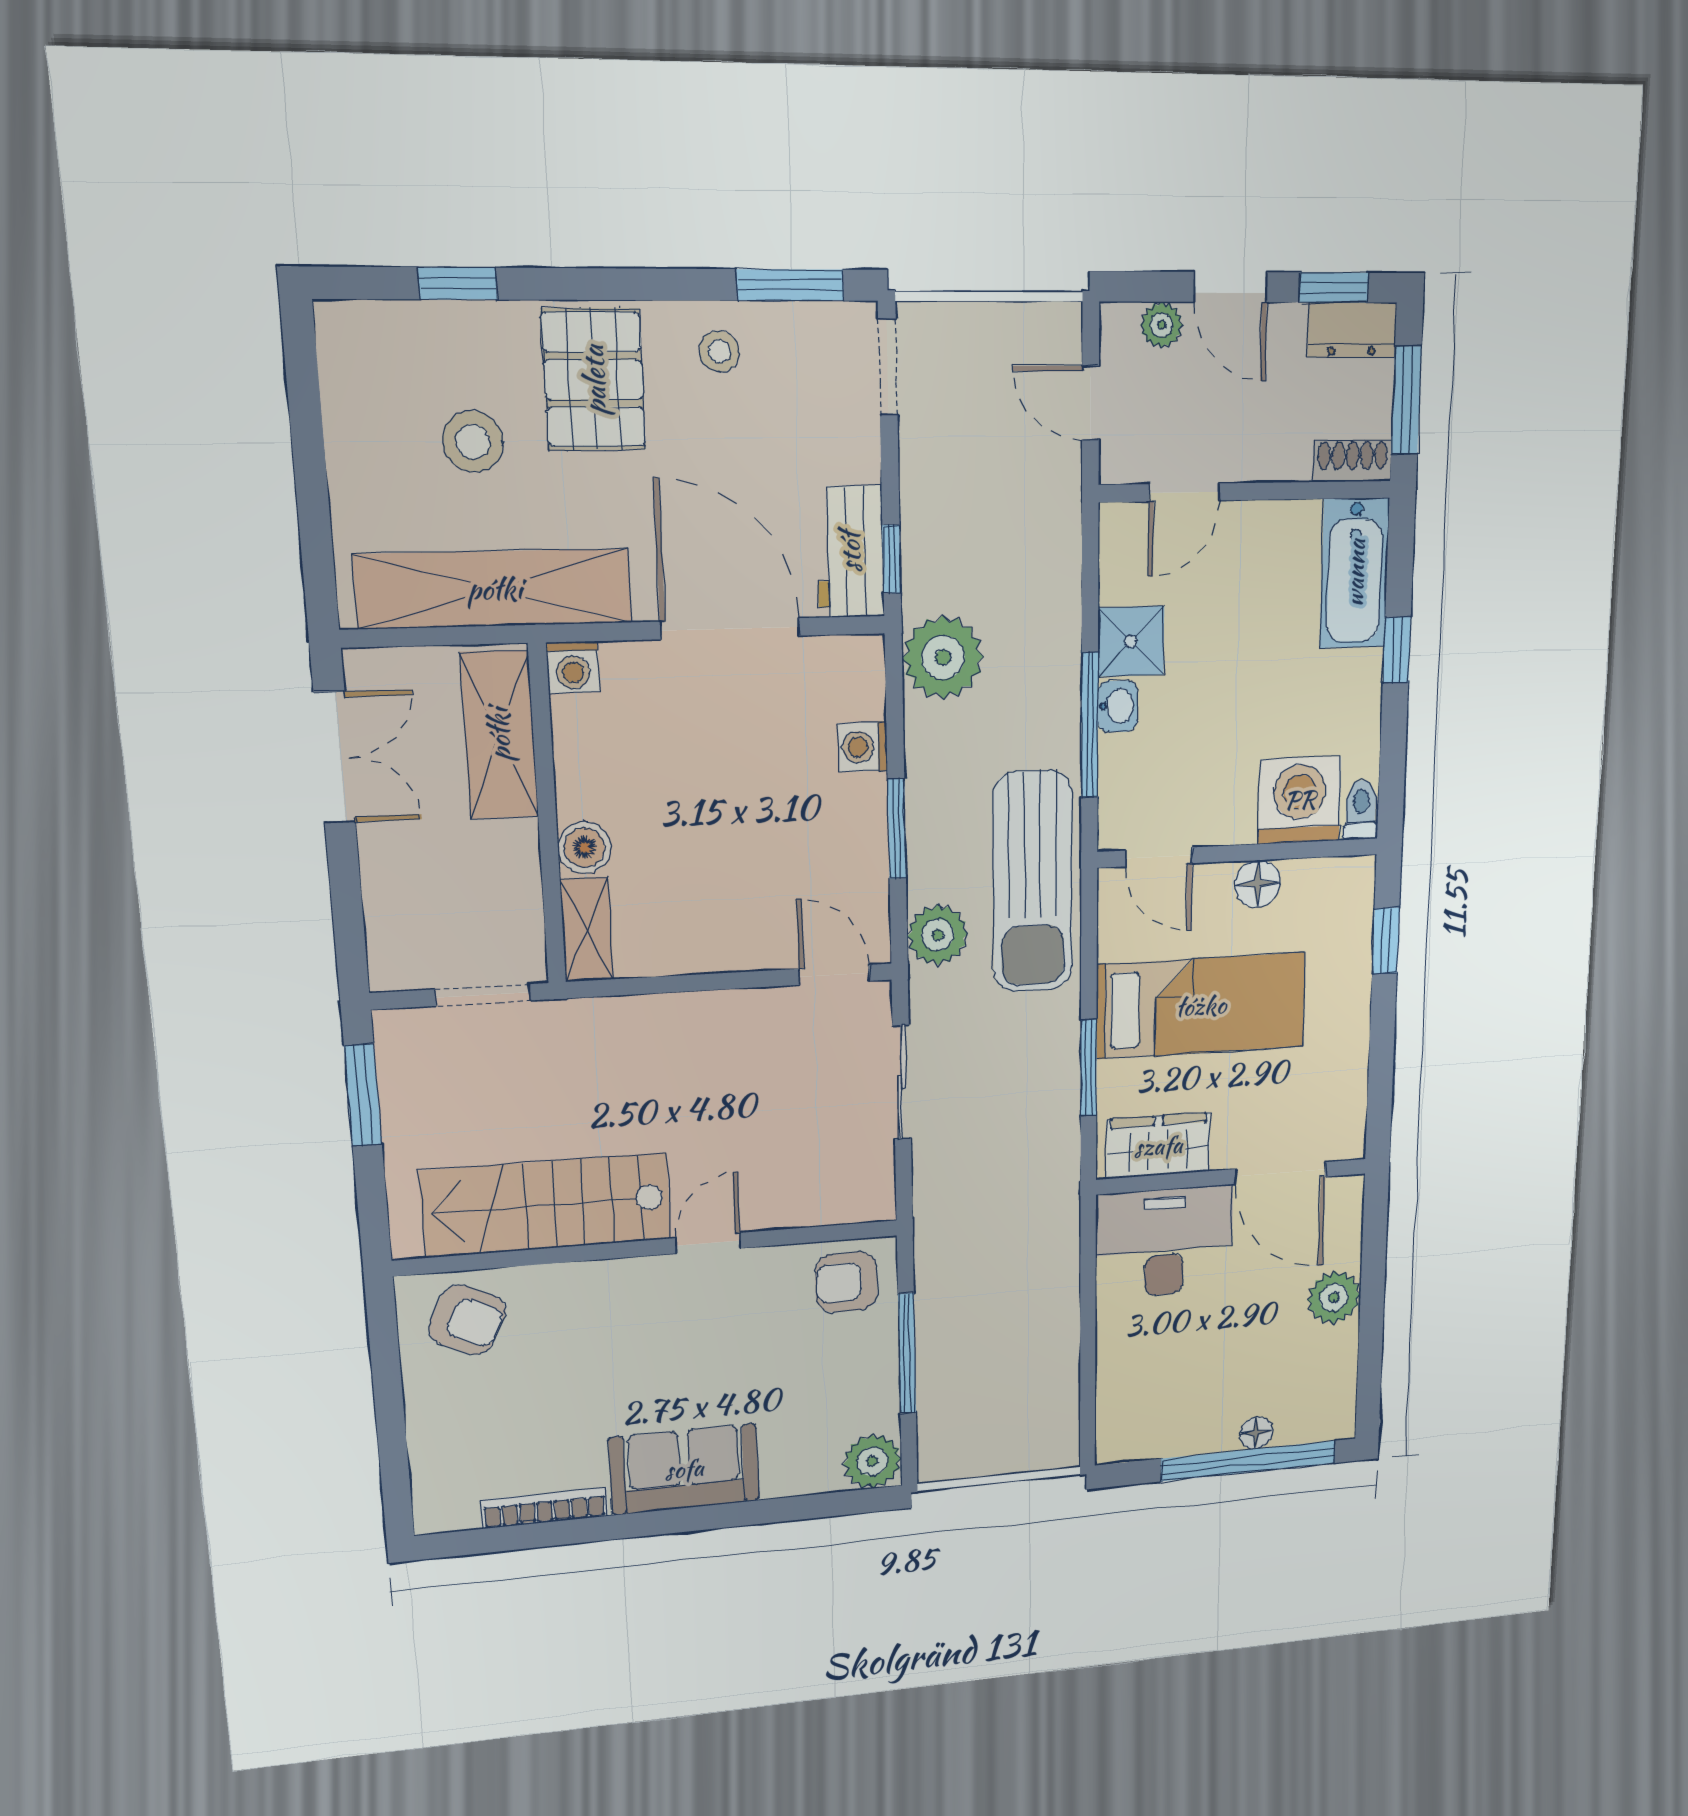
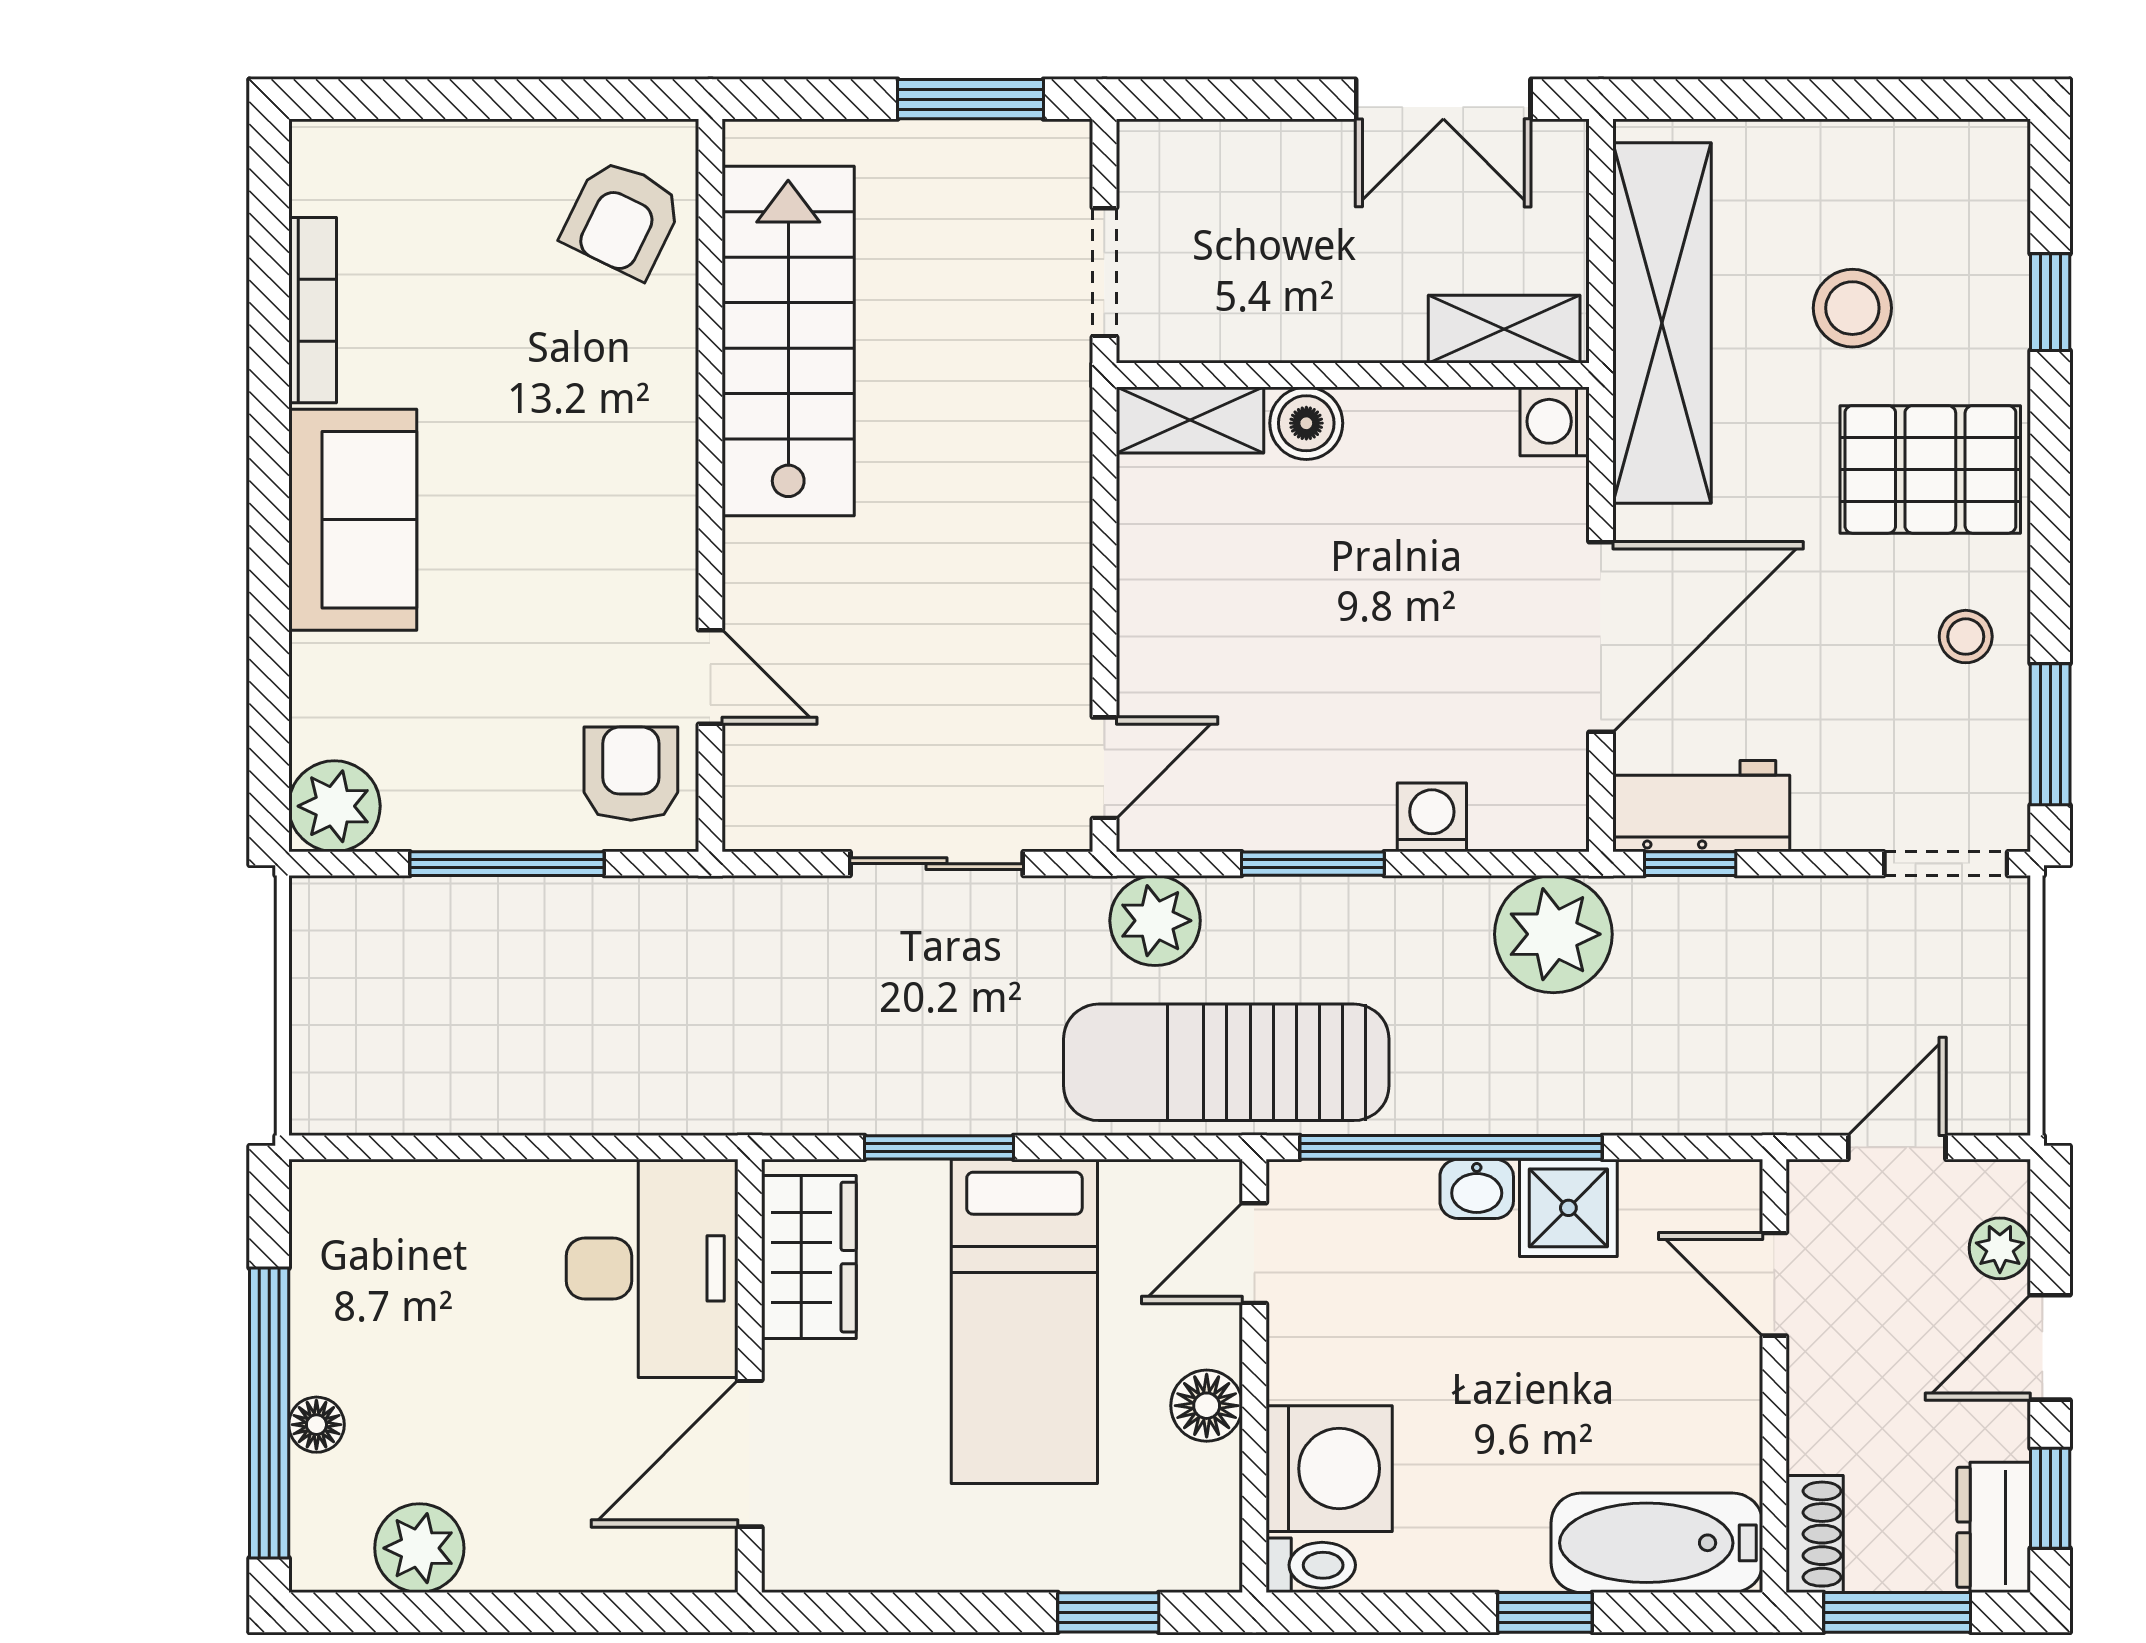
window: (1090, 725) -> (1451, 1147), width x1.46
shelving: (499, 735) -> (1504, 329), width x0.67, depth x0.75
door: (708, 1243) -> (710, 677), moved
plant: (1334, 1297) -> (419, 1548), moved

